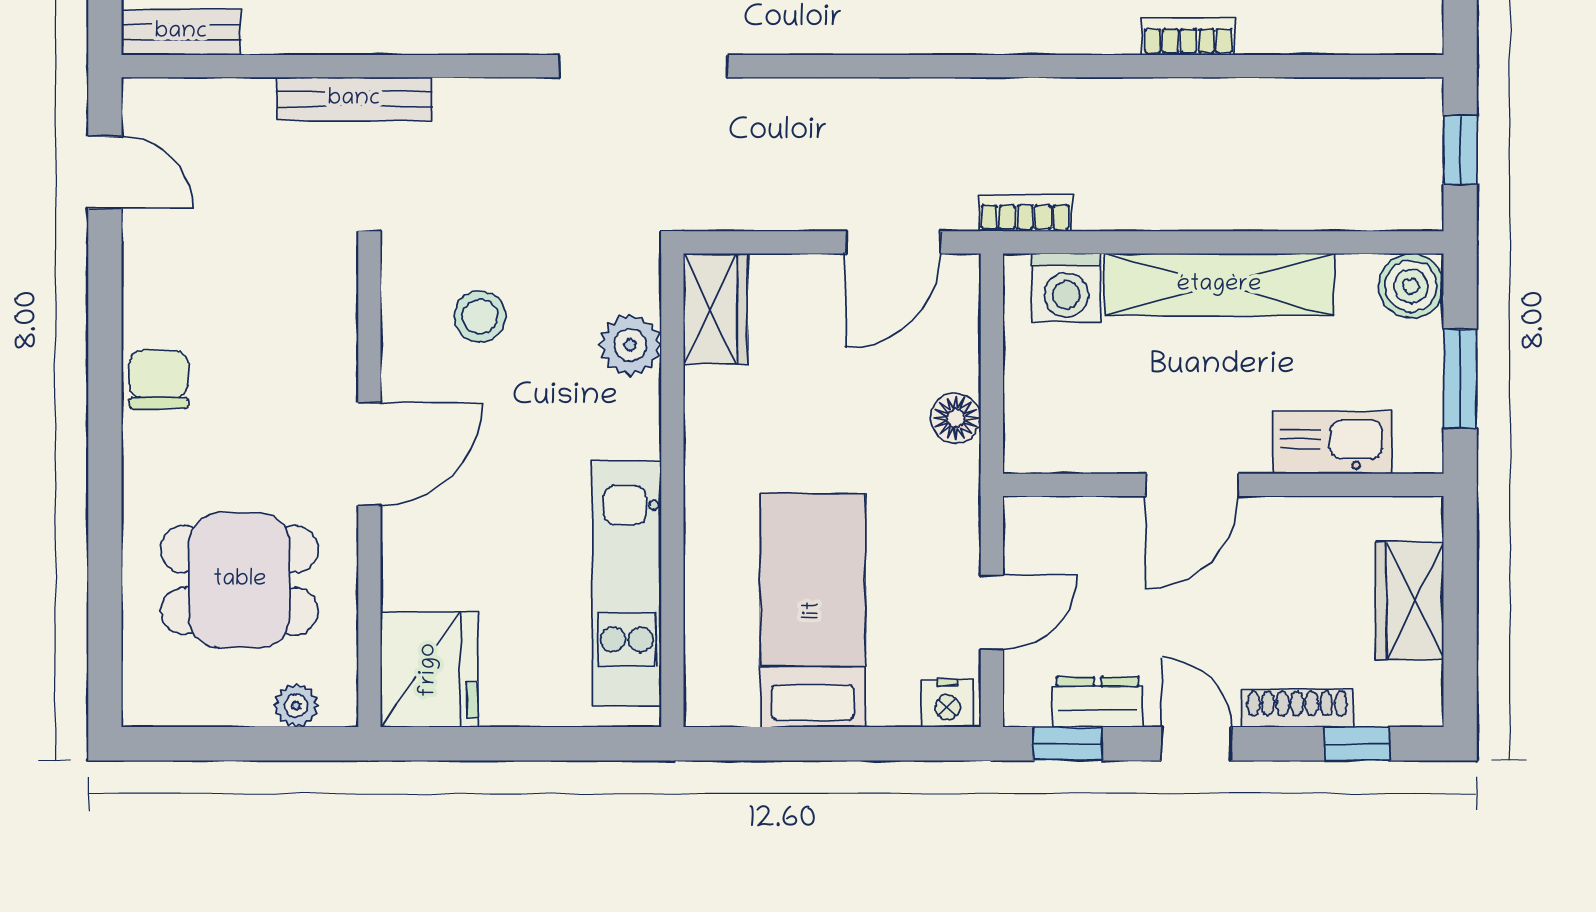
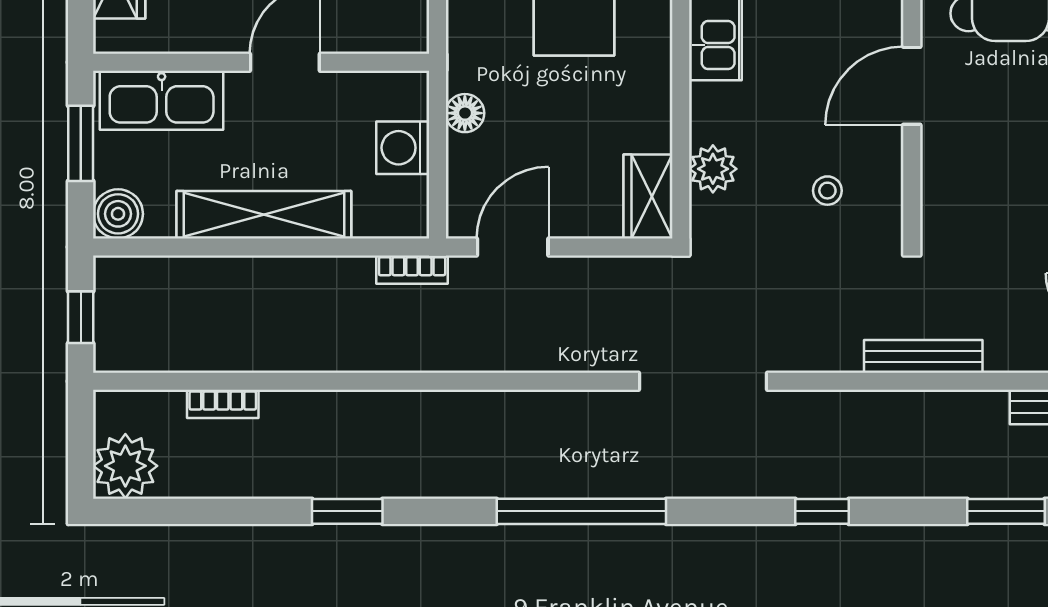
bookcase: (1188, 36) -> (223, 404), moved
washing machine: (1066, 288) -> (403, 148), moved, turned -90
stool: (480, 316) -> (827, 191), width x0.73, depth x0.73
kitchen sink: (1332, 443) -> (162, 100), width x1.36, depth x1.24

